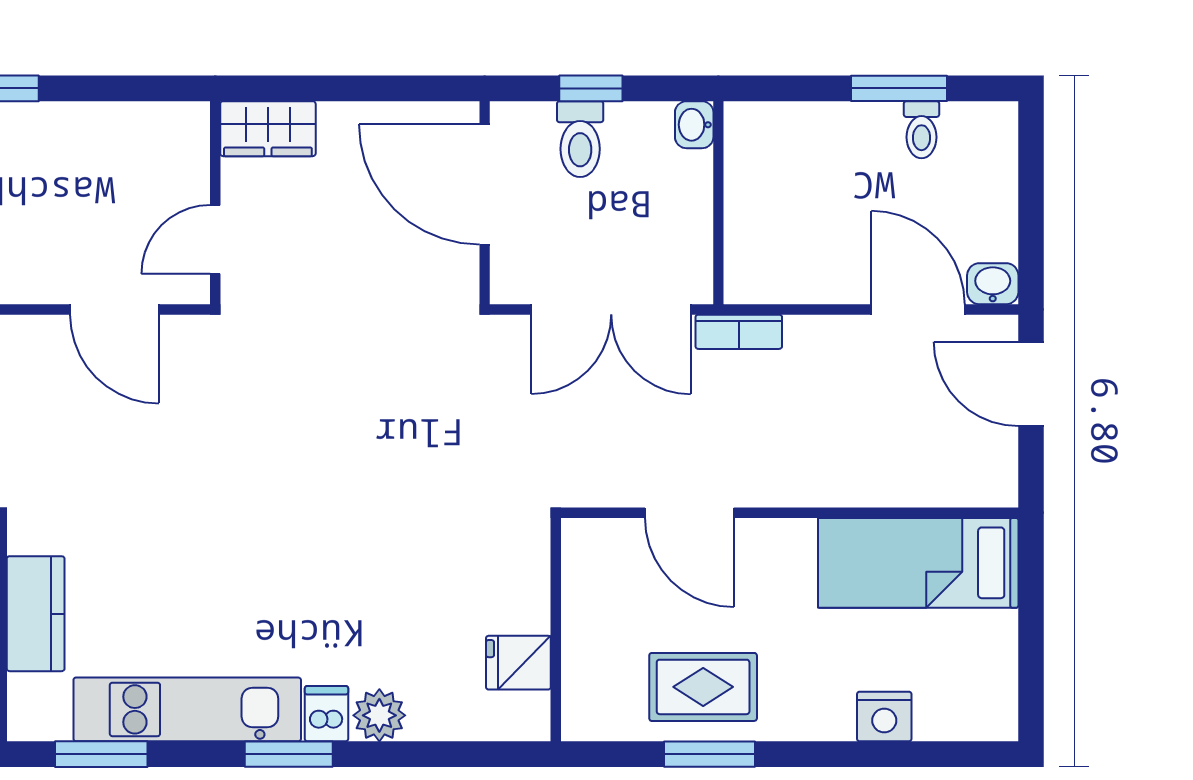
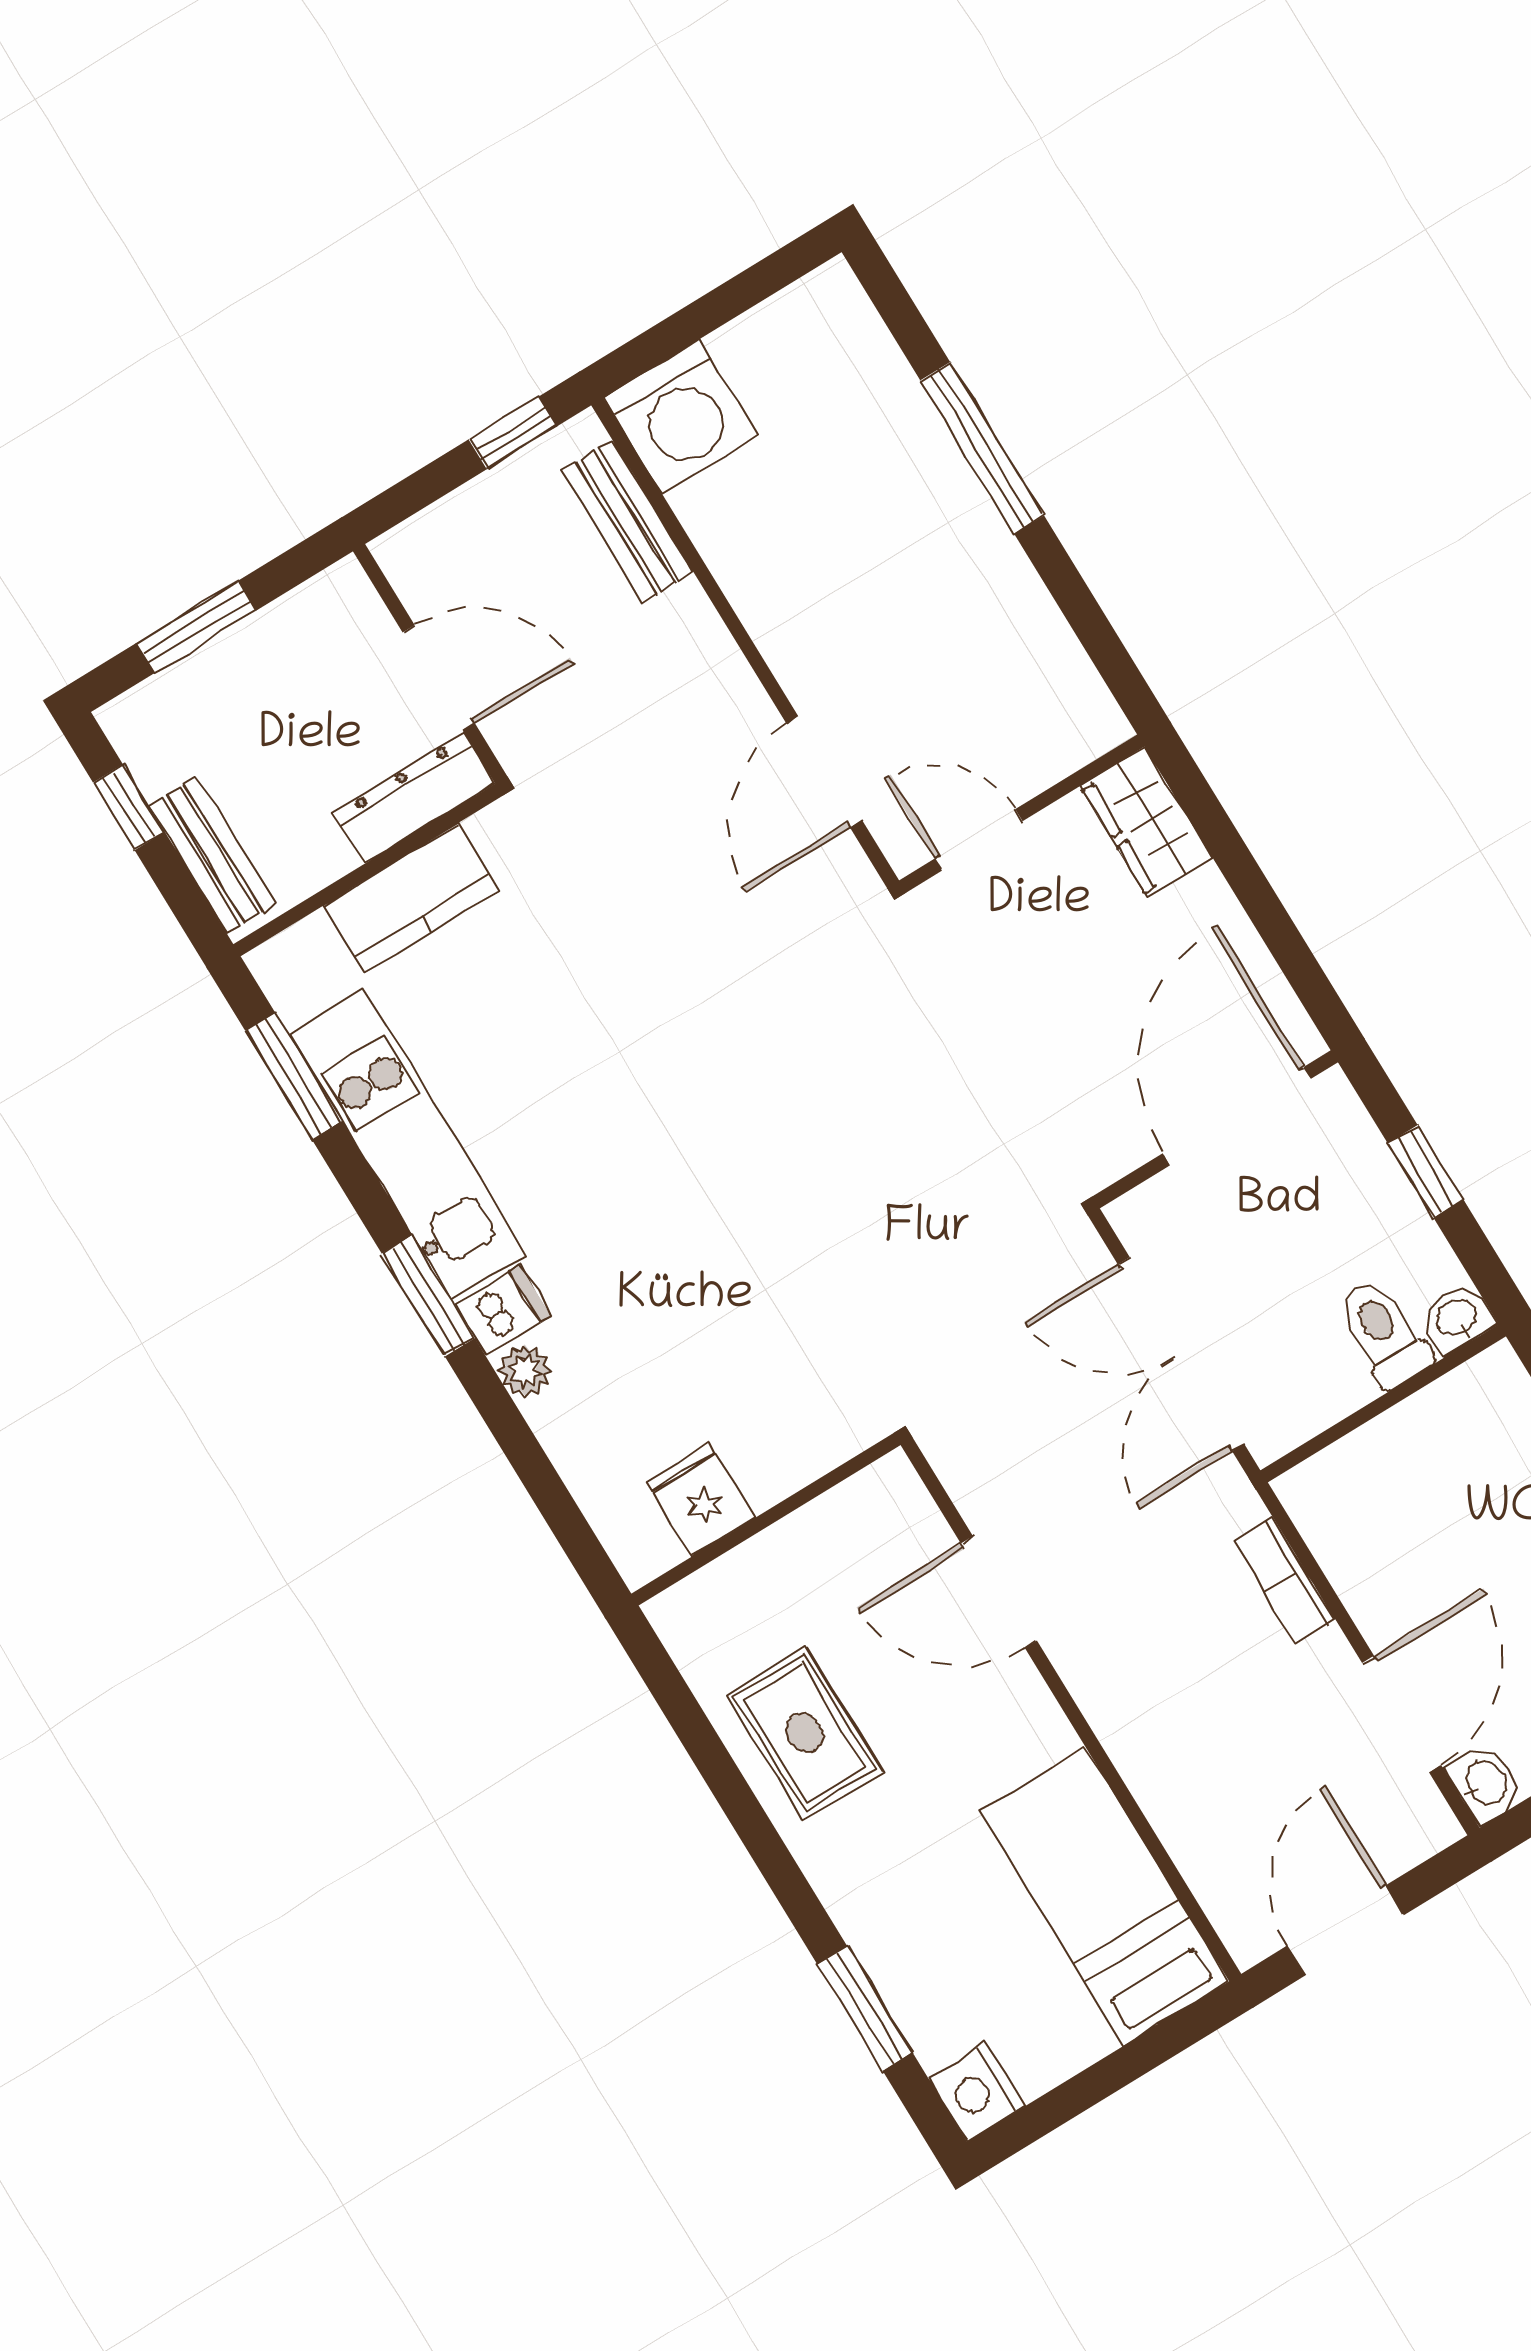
toilet: (580, 139) -> (1384, 1333), moved, turned 90
bookcase: (739, 332) -> (1283, 1580), moved
door: (1031, 384) -> (1345, 1931), moved
door: (689, 513) -> (999, 1592), hinge flipped
plant: (379, 715) -> (525, 1371), width x0.73, depth x0.73
nightstand: (884, 717) -> (977, 2092), moved
window: (710, 754) -> (865, 2008), moved

